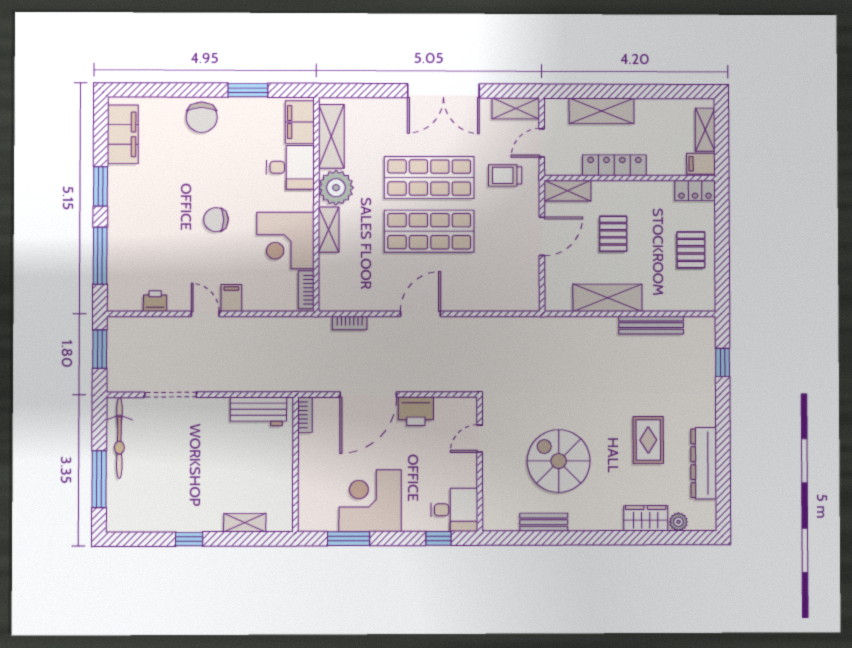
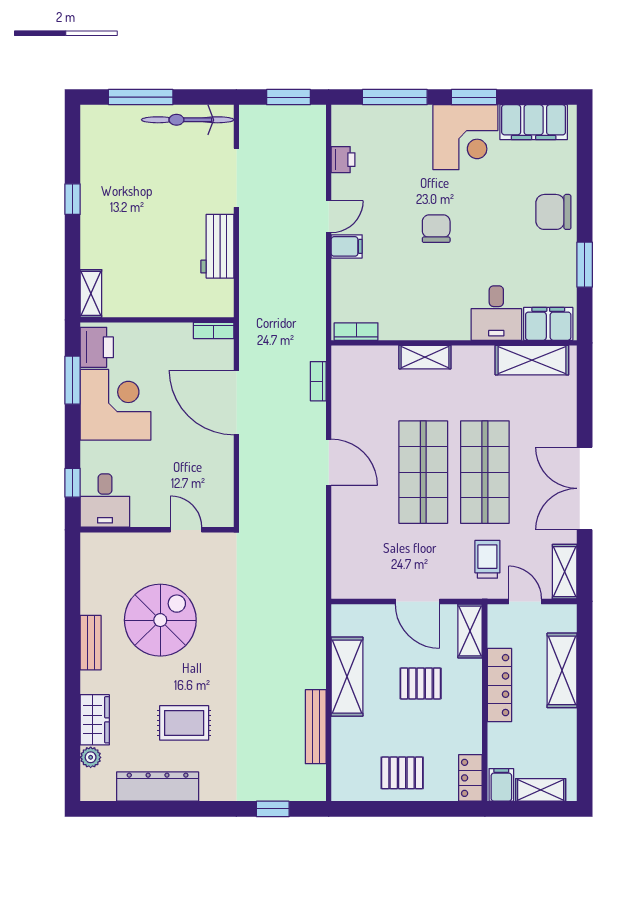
plant: (336, 188) -> (473, 366), removed
corner desk: (285, 240) -> (465, 137), moved, turned 180
workbench: (258, 411) -> (217, 246), moved
printer: (416, 411) -> (97, 347), moved, turned 180
bench: (544, 522) -> (91, 643), moved
shelving: (245, 523) -> (91, 293), moved

